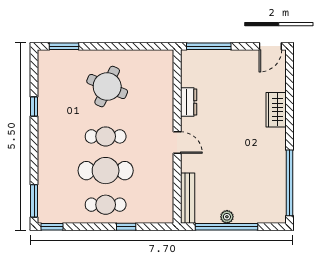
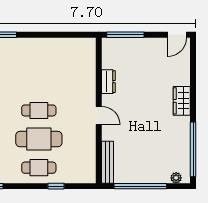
round table: (107, 87) -> (40, 69), removed
wardrobe: (276, 110) -> (182, 101), moved
plant: (227, 217) -> (176, 178), moved

